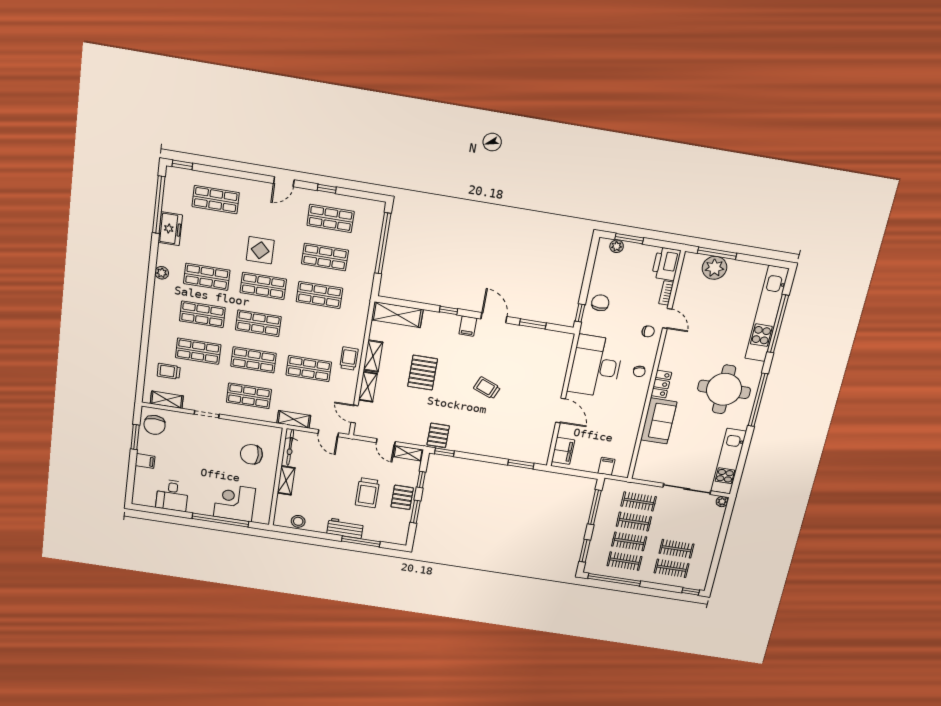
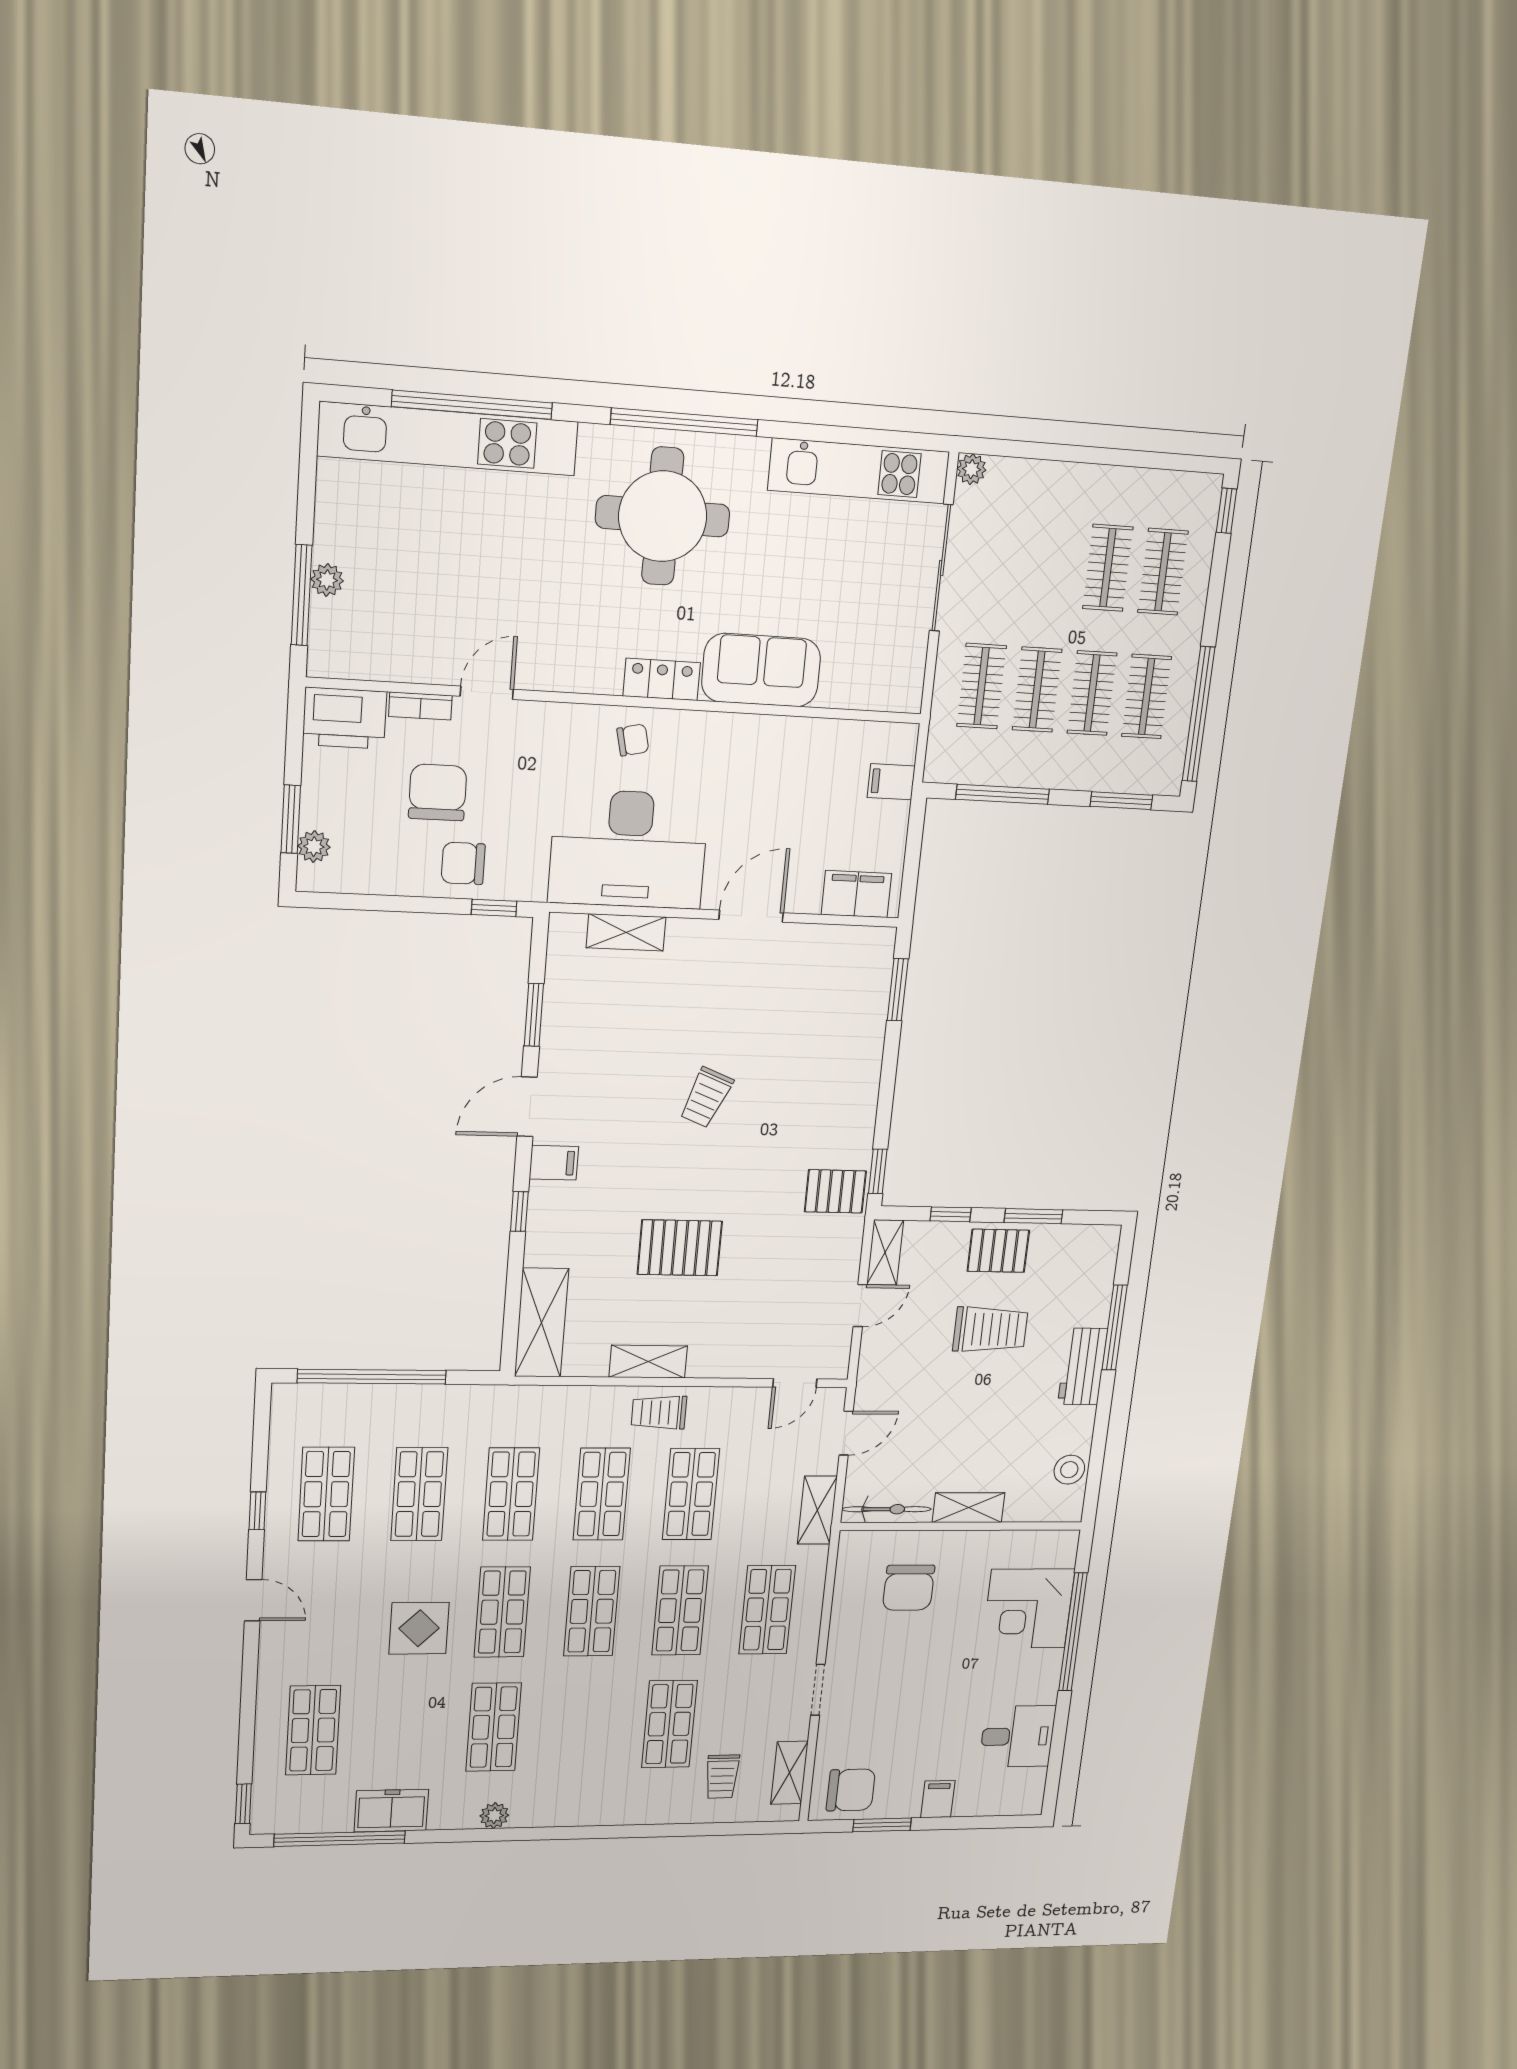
plant: (714, 268) -> (327, 580), width x0.53, depth x0.53
shop shelf: (202, 314) -> (602, 1494), moved
chair: (648, 331) -> (438, 792), moved, width x1.87, depth x1.87
shelving: (368, 387) -> (626, 932), moved

